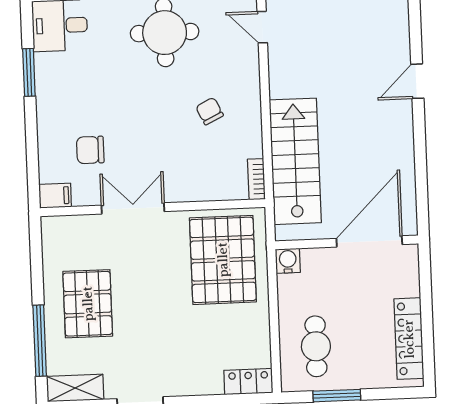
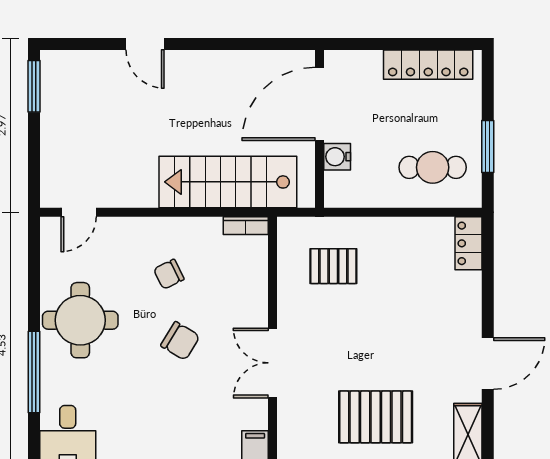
chair: (90, 150) -> (180, 341), moved, turned -59
door: (369, 241) -> (319, 104), hinge flipped
pallet: (223, 260) -> (333, 266), width x0.49, depth x0.50
water cooler: (288, 261) -> (337, 157), moved

